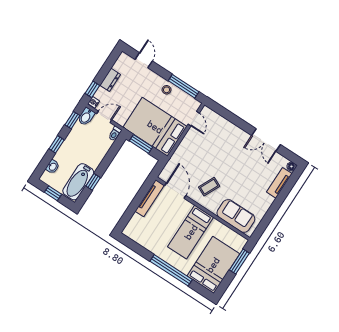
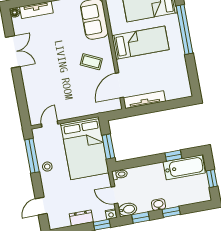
washbasin: (53, 167) -> (159, 205), moved

